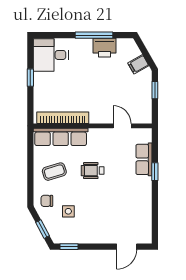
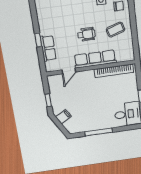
printer: (105, 48) -> (90, 125), removed
door: (122, 126) -> (69, 71), hinge flipped
row of seats: (61, 137) -> (95, 59), moved

